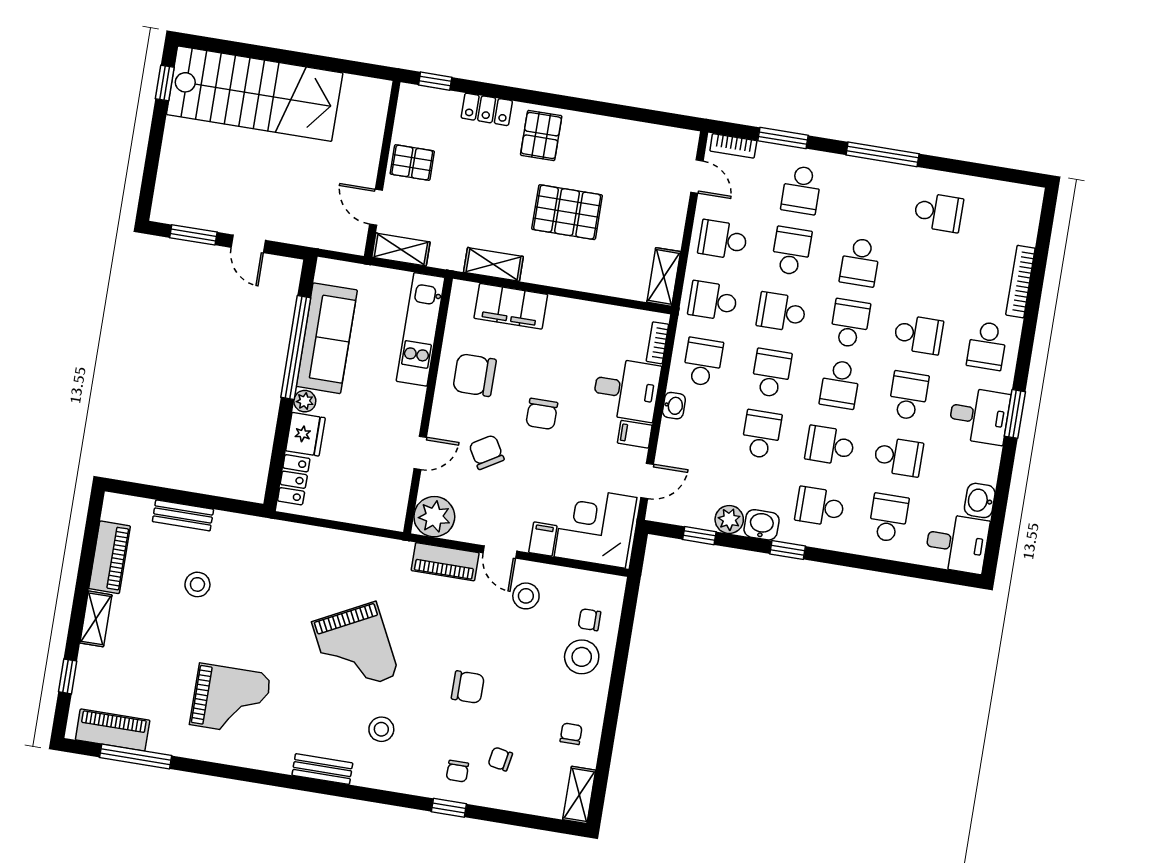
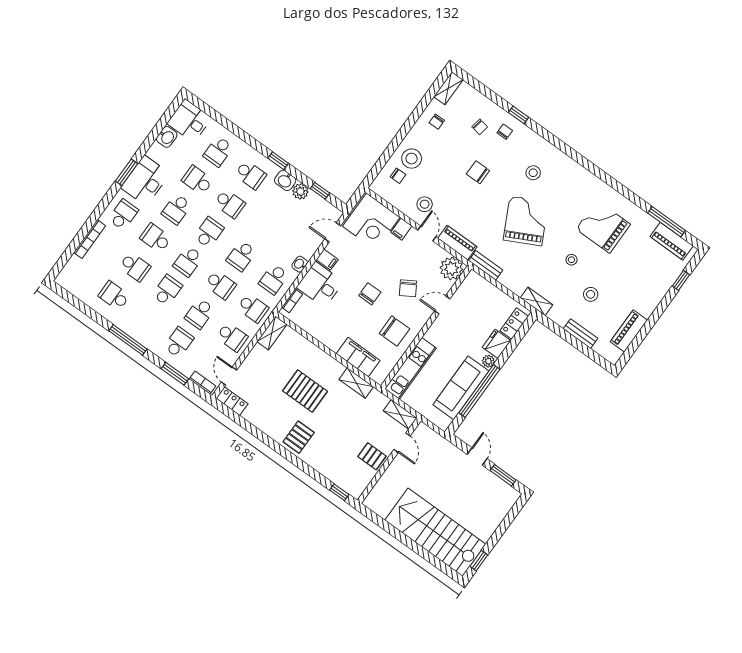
locker: (487, 109) -> (232, 401), moved
desk: (979, 416) -> (145, 181), width x1.37
school desk: (761, 434) -> (135, 267), moved, turned -90
shelving: (96, 619) -> (537, 301), moved, turned 90
stool: (254, 624) -> (571, 260), added
bench: (322, 769) -> (486, 265), moved

